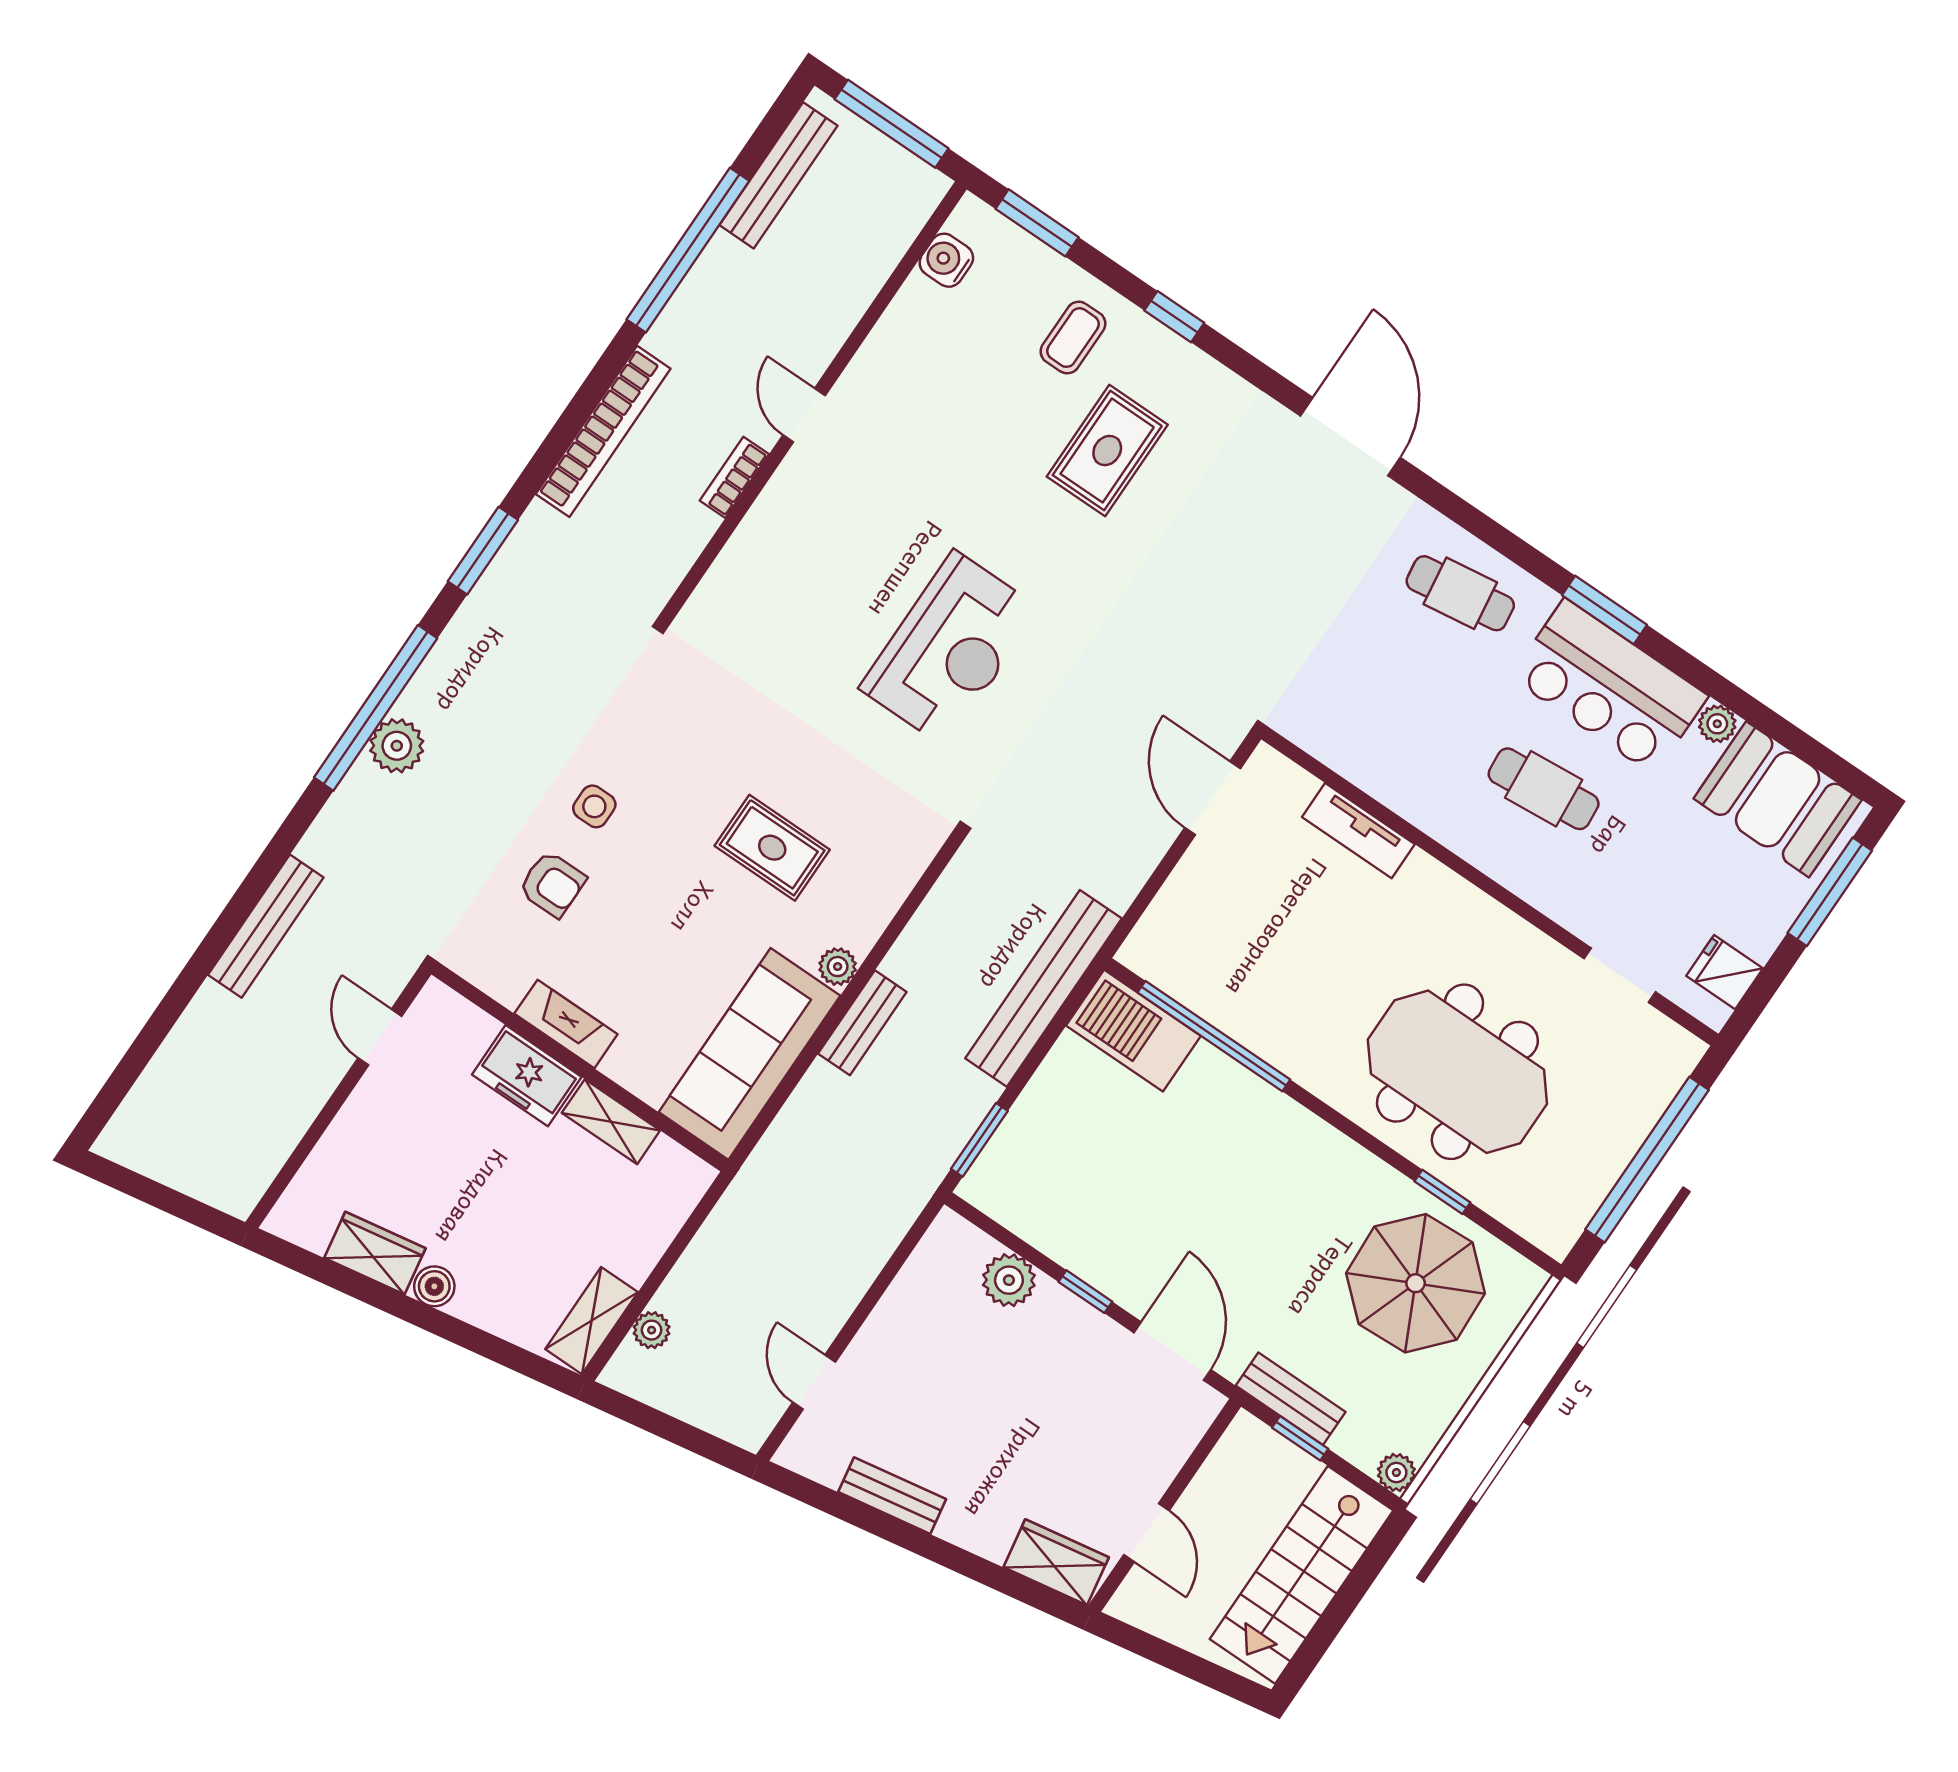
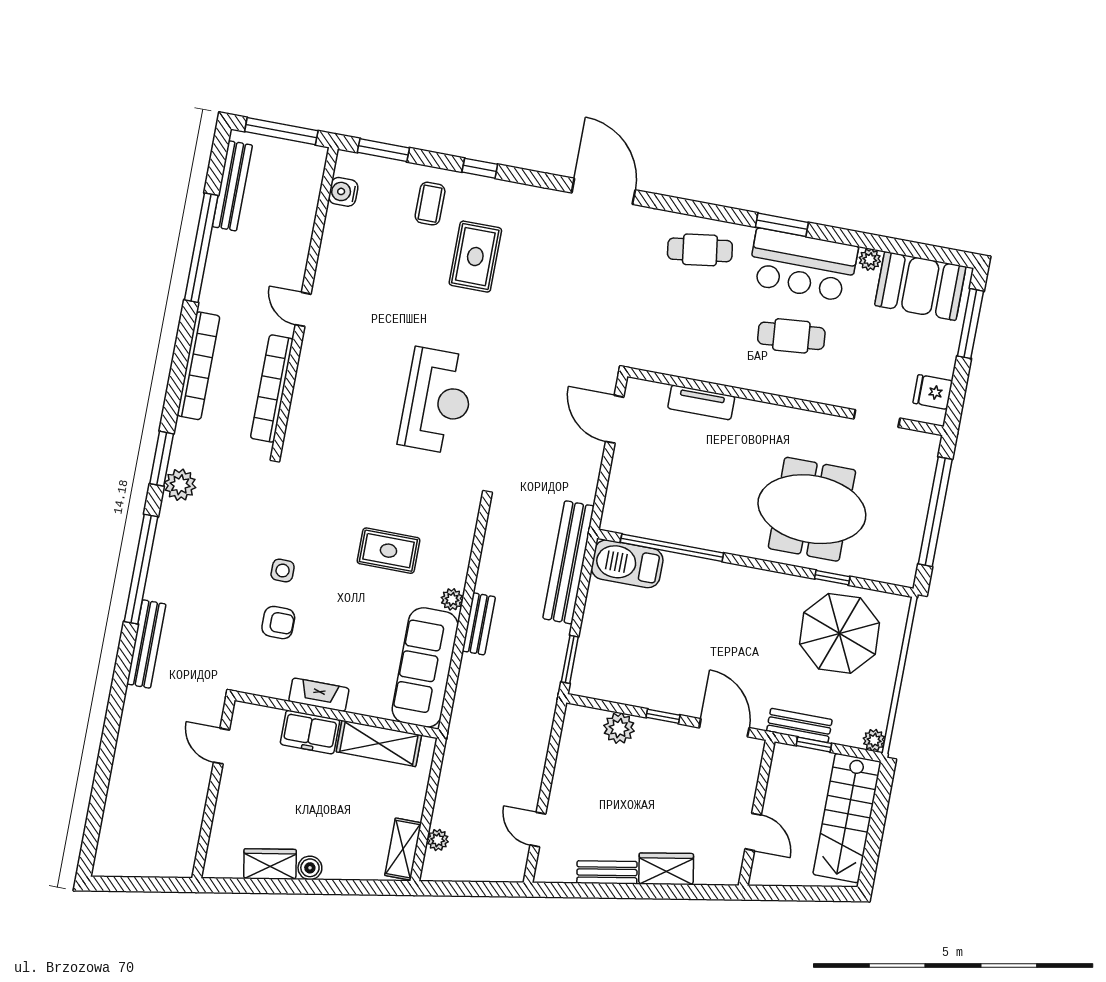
bookcase: (734, 477) -> (272, 389), width x2.31, depth x1.31
plant: (397, 746) -> (180, 485), moved
bench: (266, 926) -> (146, 644), moved
shelving: (611, 1122) -> (379, 743), width x1.50, depth x1.33
wardrobe: (1056, 1562) -> (666, 869), moved

